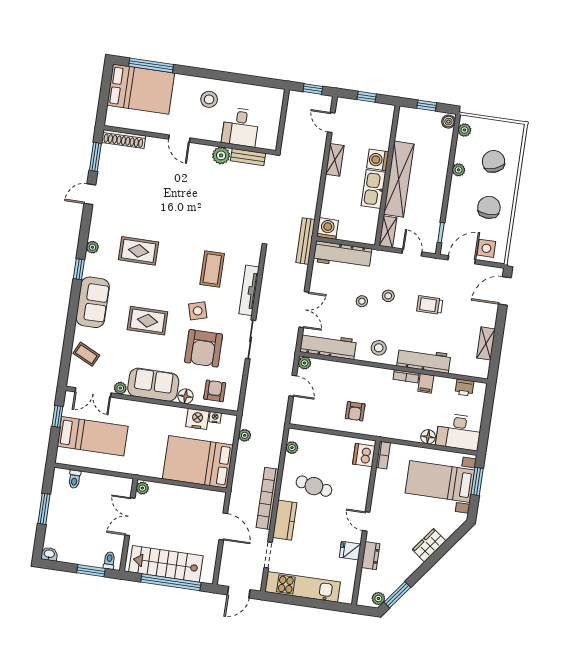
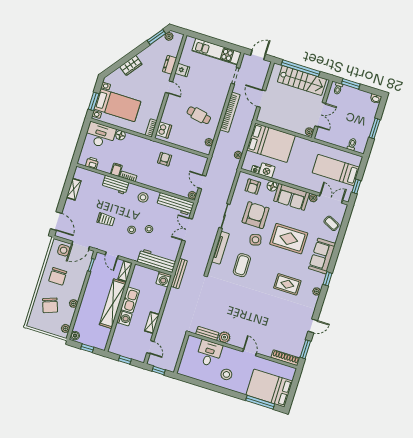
door: (505, 291) -> (56, 221), hinge flipped
rug: (147, 321) -> (289, 239), width x1.36, depth x1.43
workbench: (424, 360) -> (115, 185), width x0.73
kitchen counter: (285, 520) -> (221, 96), removed

